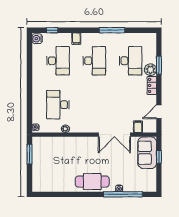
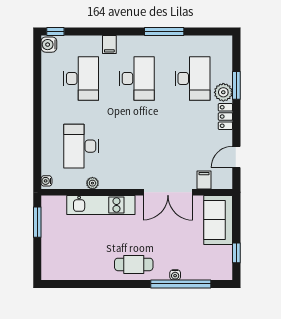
window: (52, 30) -> (55, 32), moved
kitchen unit: (71, 143) -> (101, 205), added
window: (159, 157) -> (236, 253), moved
cafe table: (92, 182) -> (134, 264), width x0.73, depth x0.74

